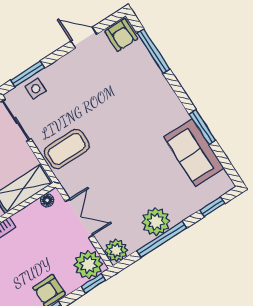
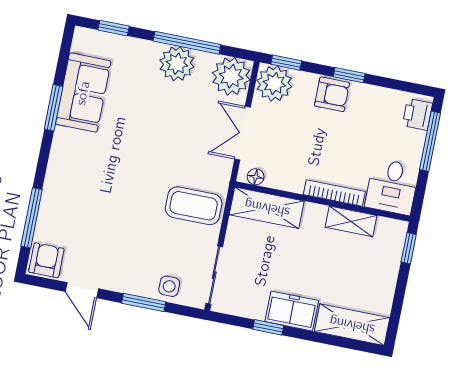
window: (27, 74) -> (144, 302), moved
plant: (116, 250) -> (231, 76), width x1.36, depth x1.36

